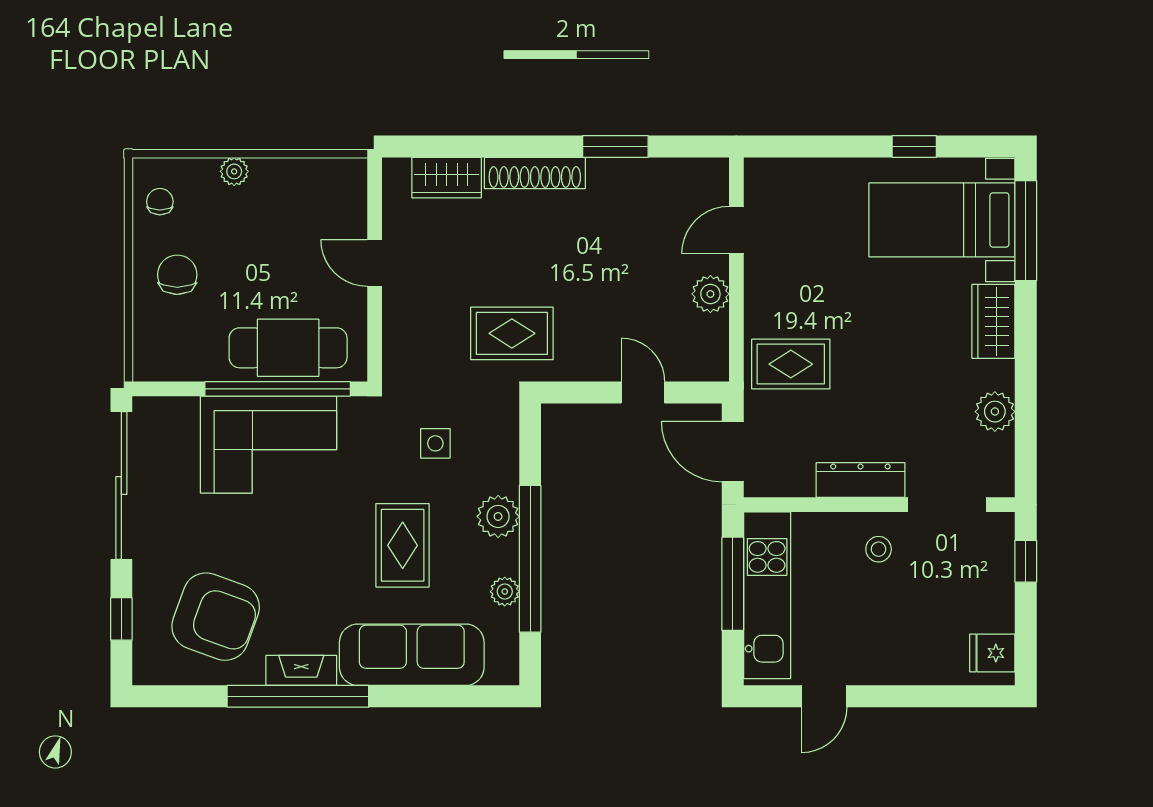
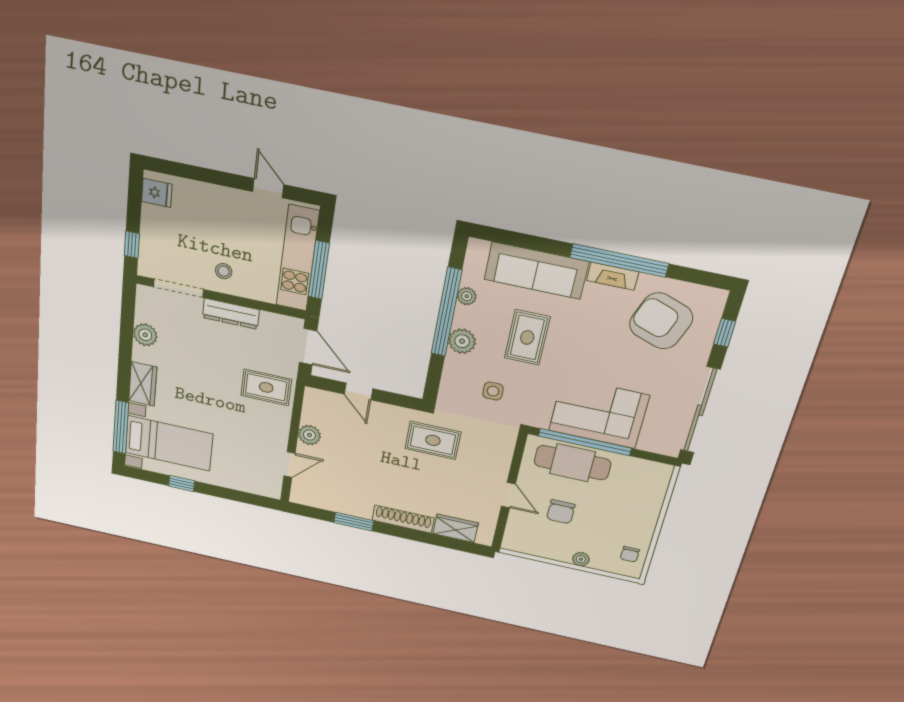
chair: (177, 275) -> (561, 512), moved
door: (824, 696) -> (268, 188), hinge flipped

